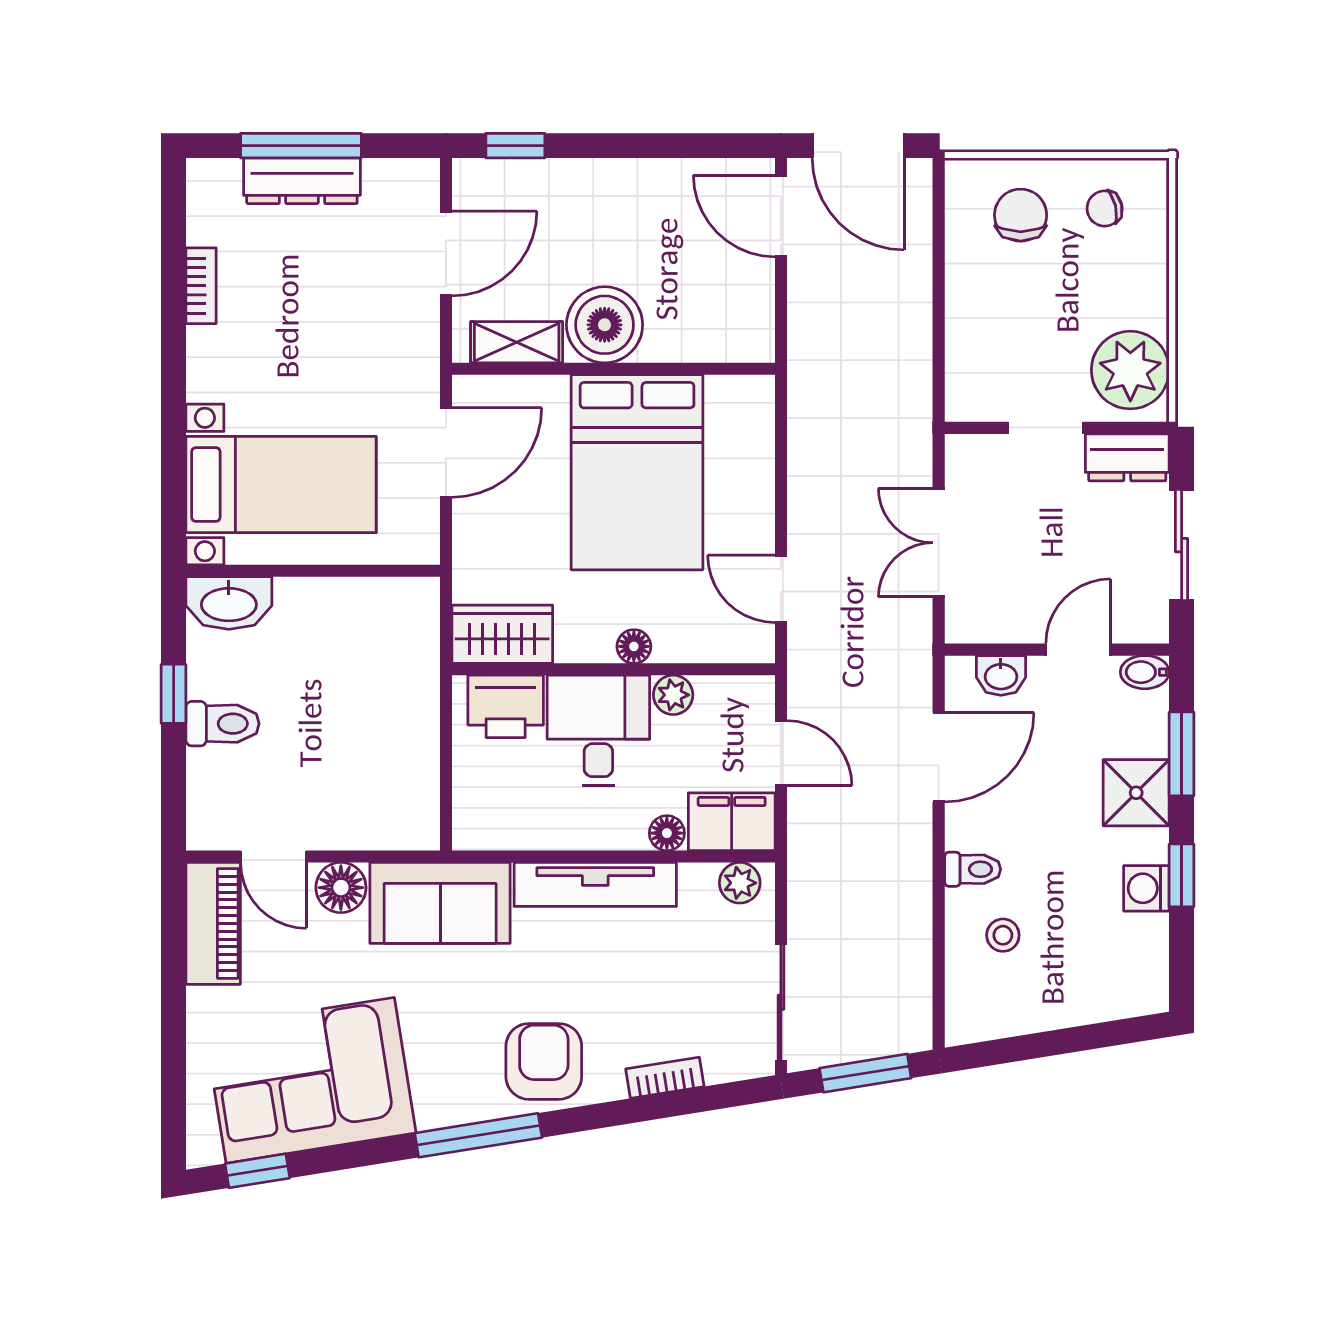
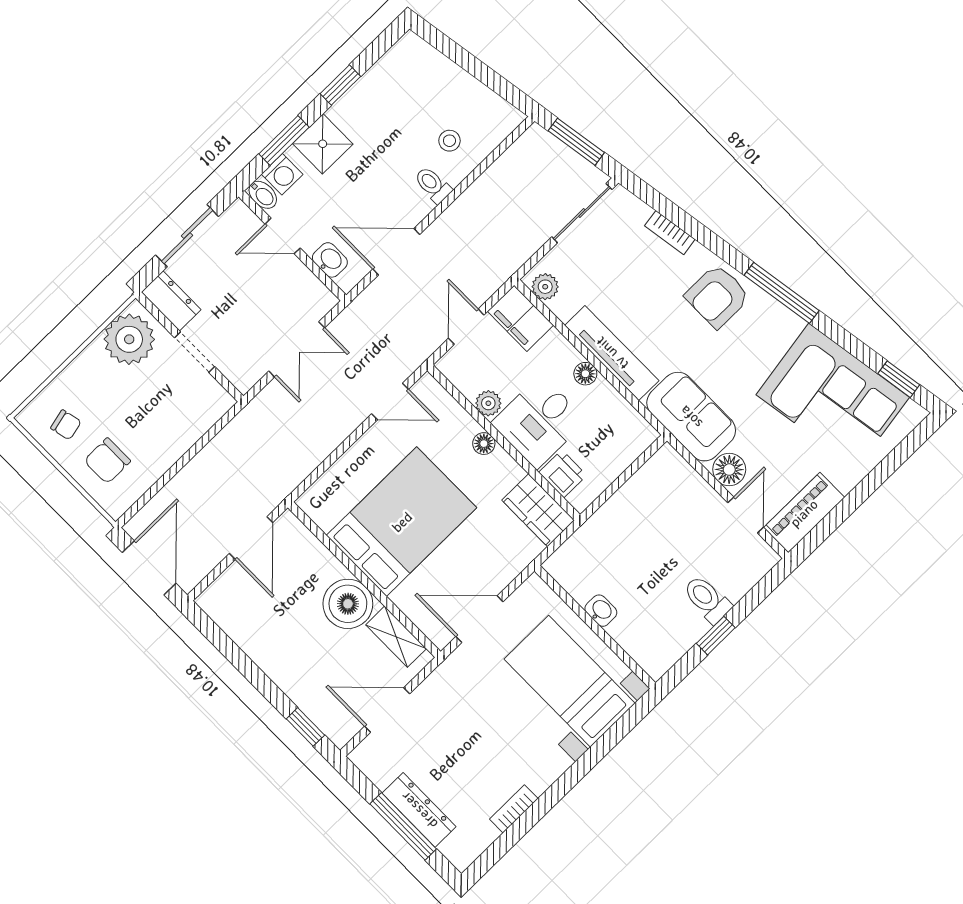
door: (781, 216) -> (251, 538), moved
door: (781, 589) -> (390, 402), hinge flipped
washbasin: (229, 603) -> (601, 611), moved, width x0.52, depth x0.69
printer: (506, 706) -> (563, 474), width x0.73, depth x0.81
floor lamp: (667, 833) -> (585, 374), moved
washing machine: (1146, 888) -> (282, 174), moved

